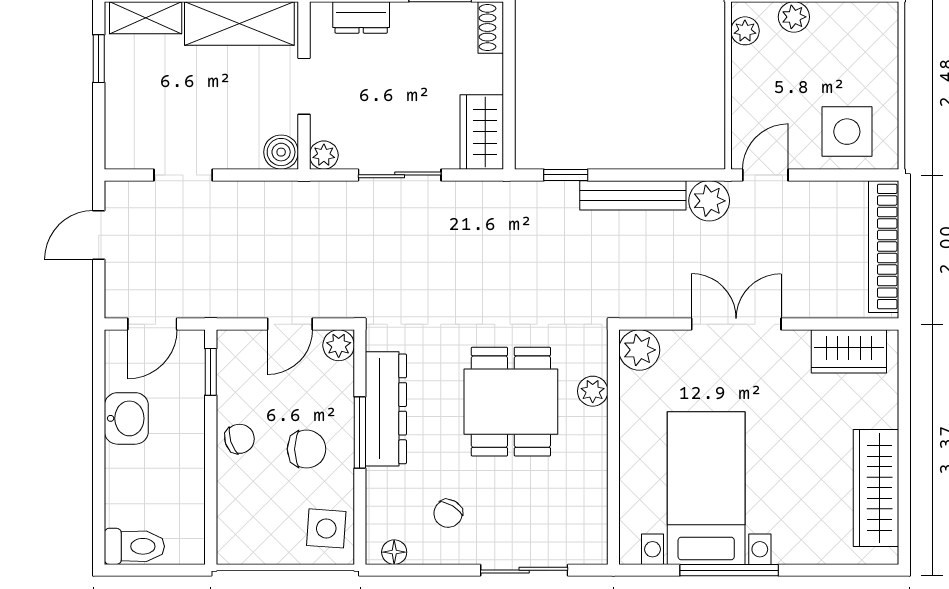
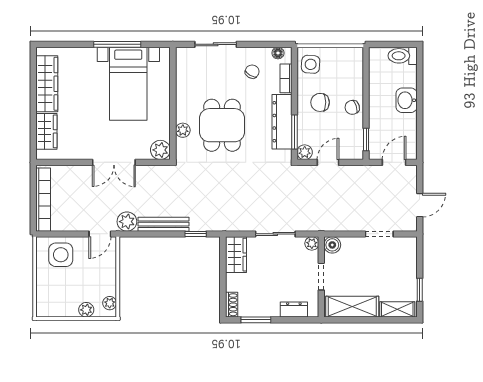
wardrobe: (849, 351) -> (46, 131), moved, turned 90
washbasin: (126, 418) -> (407, 100), moved
window: (360, 432) -> (294, 132), moved
bookcase: (377, 499) -> (286, 78), added

